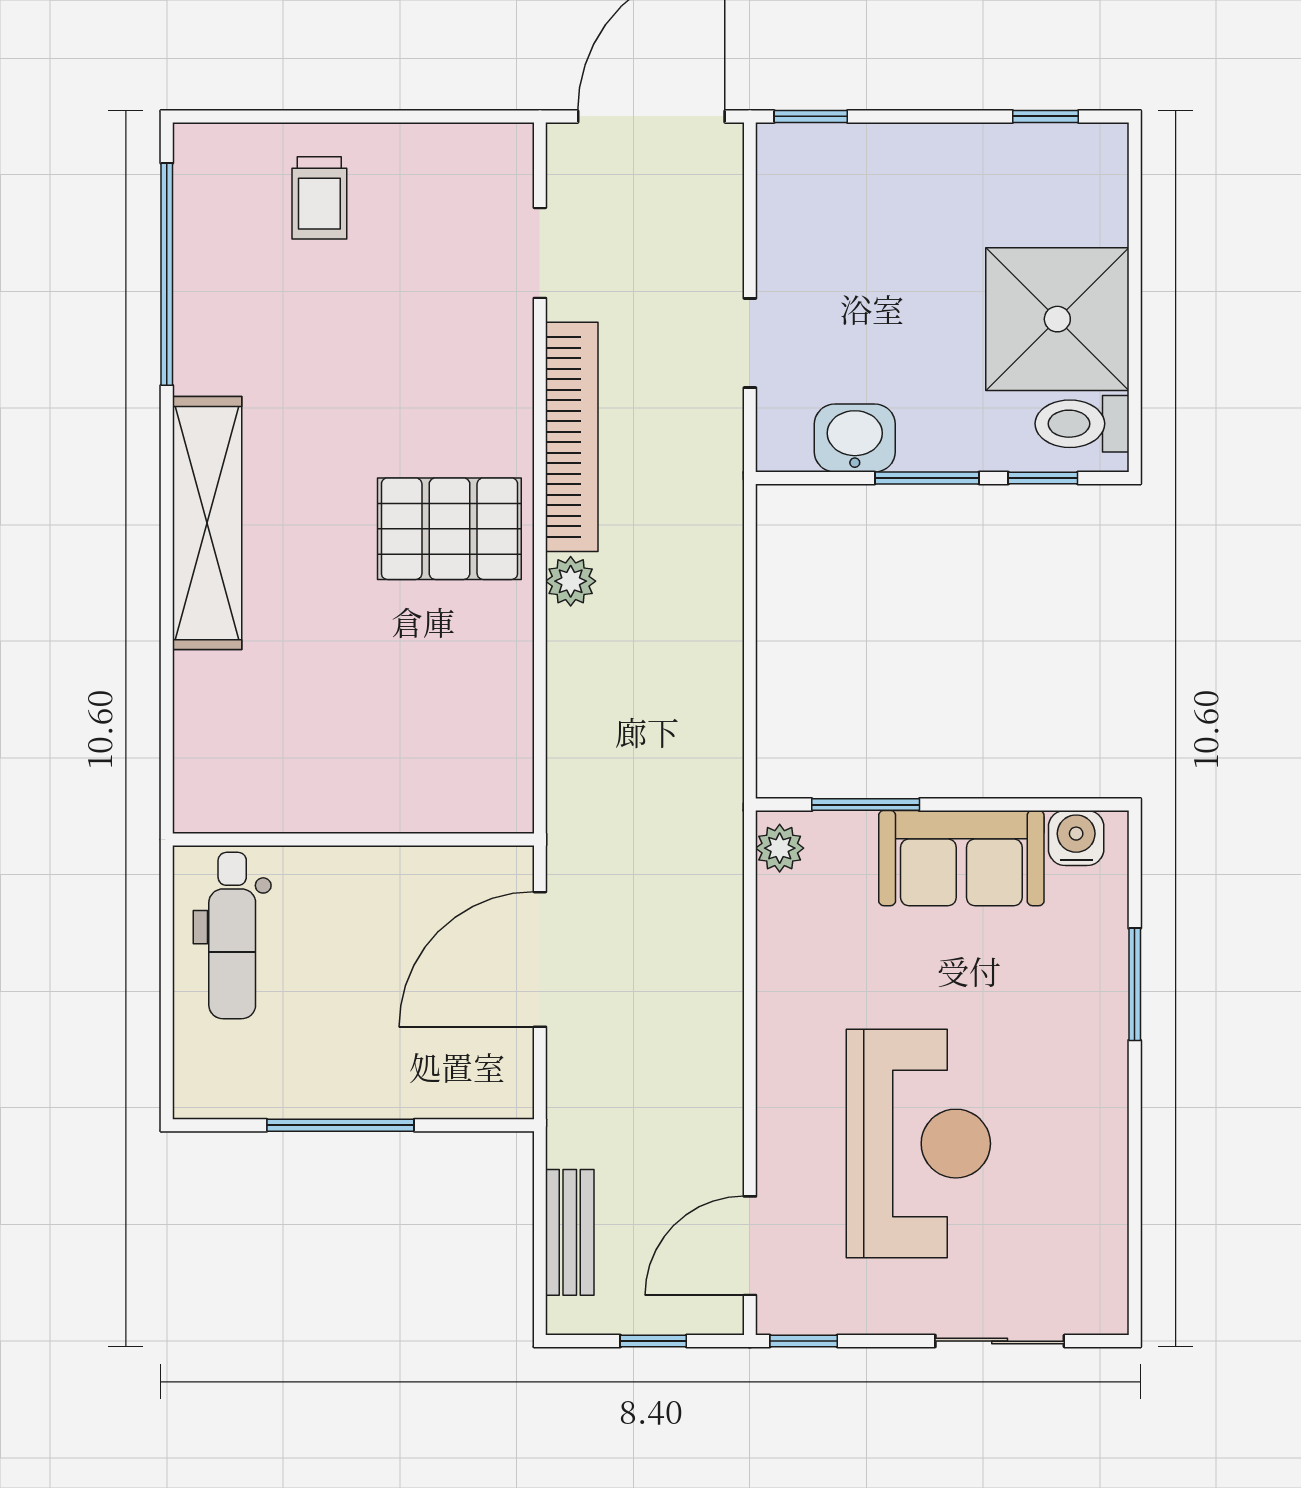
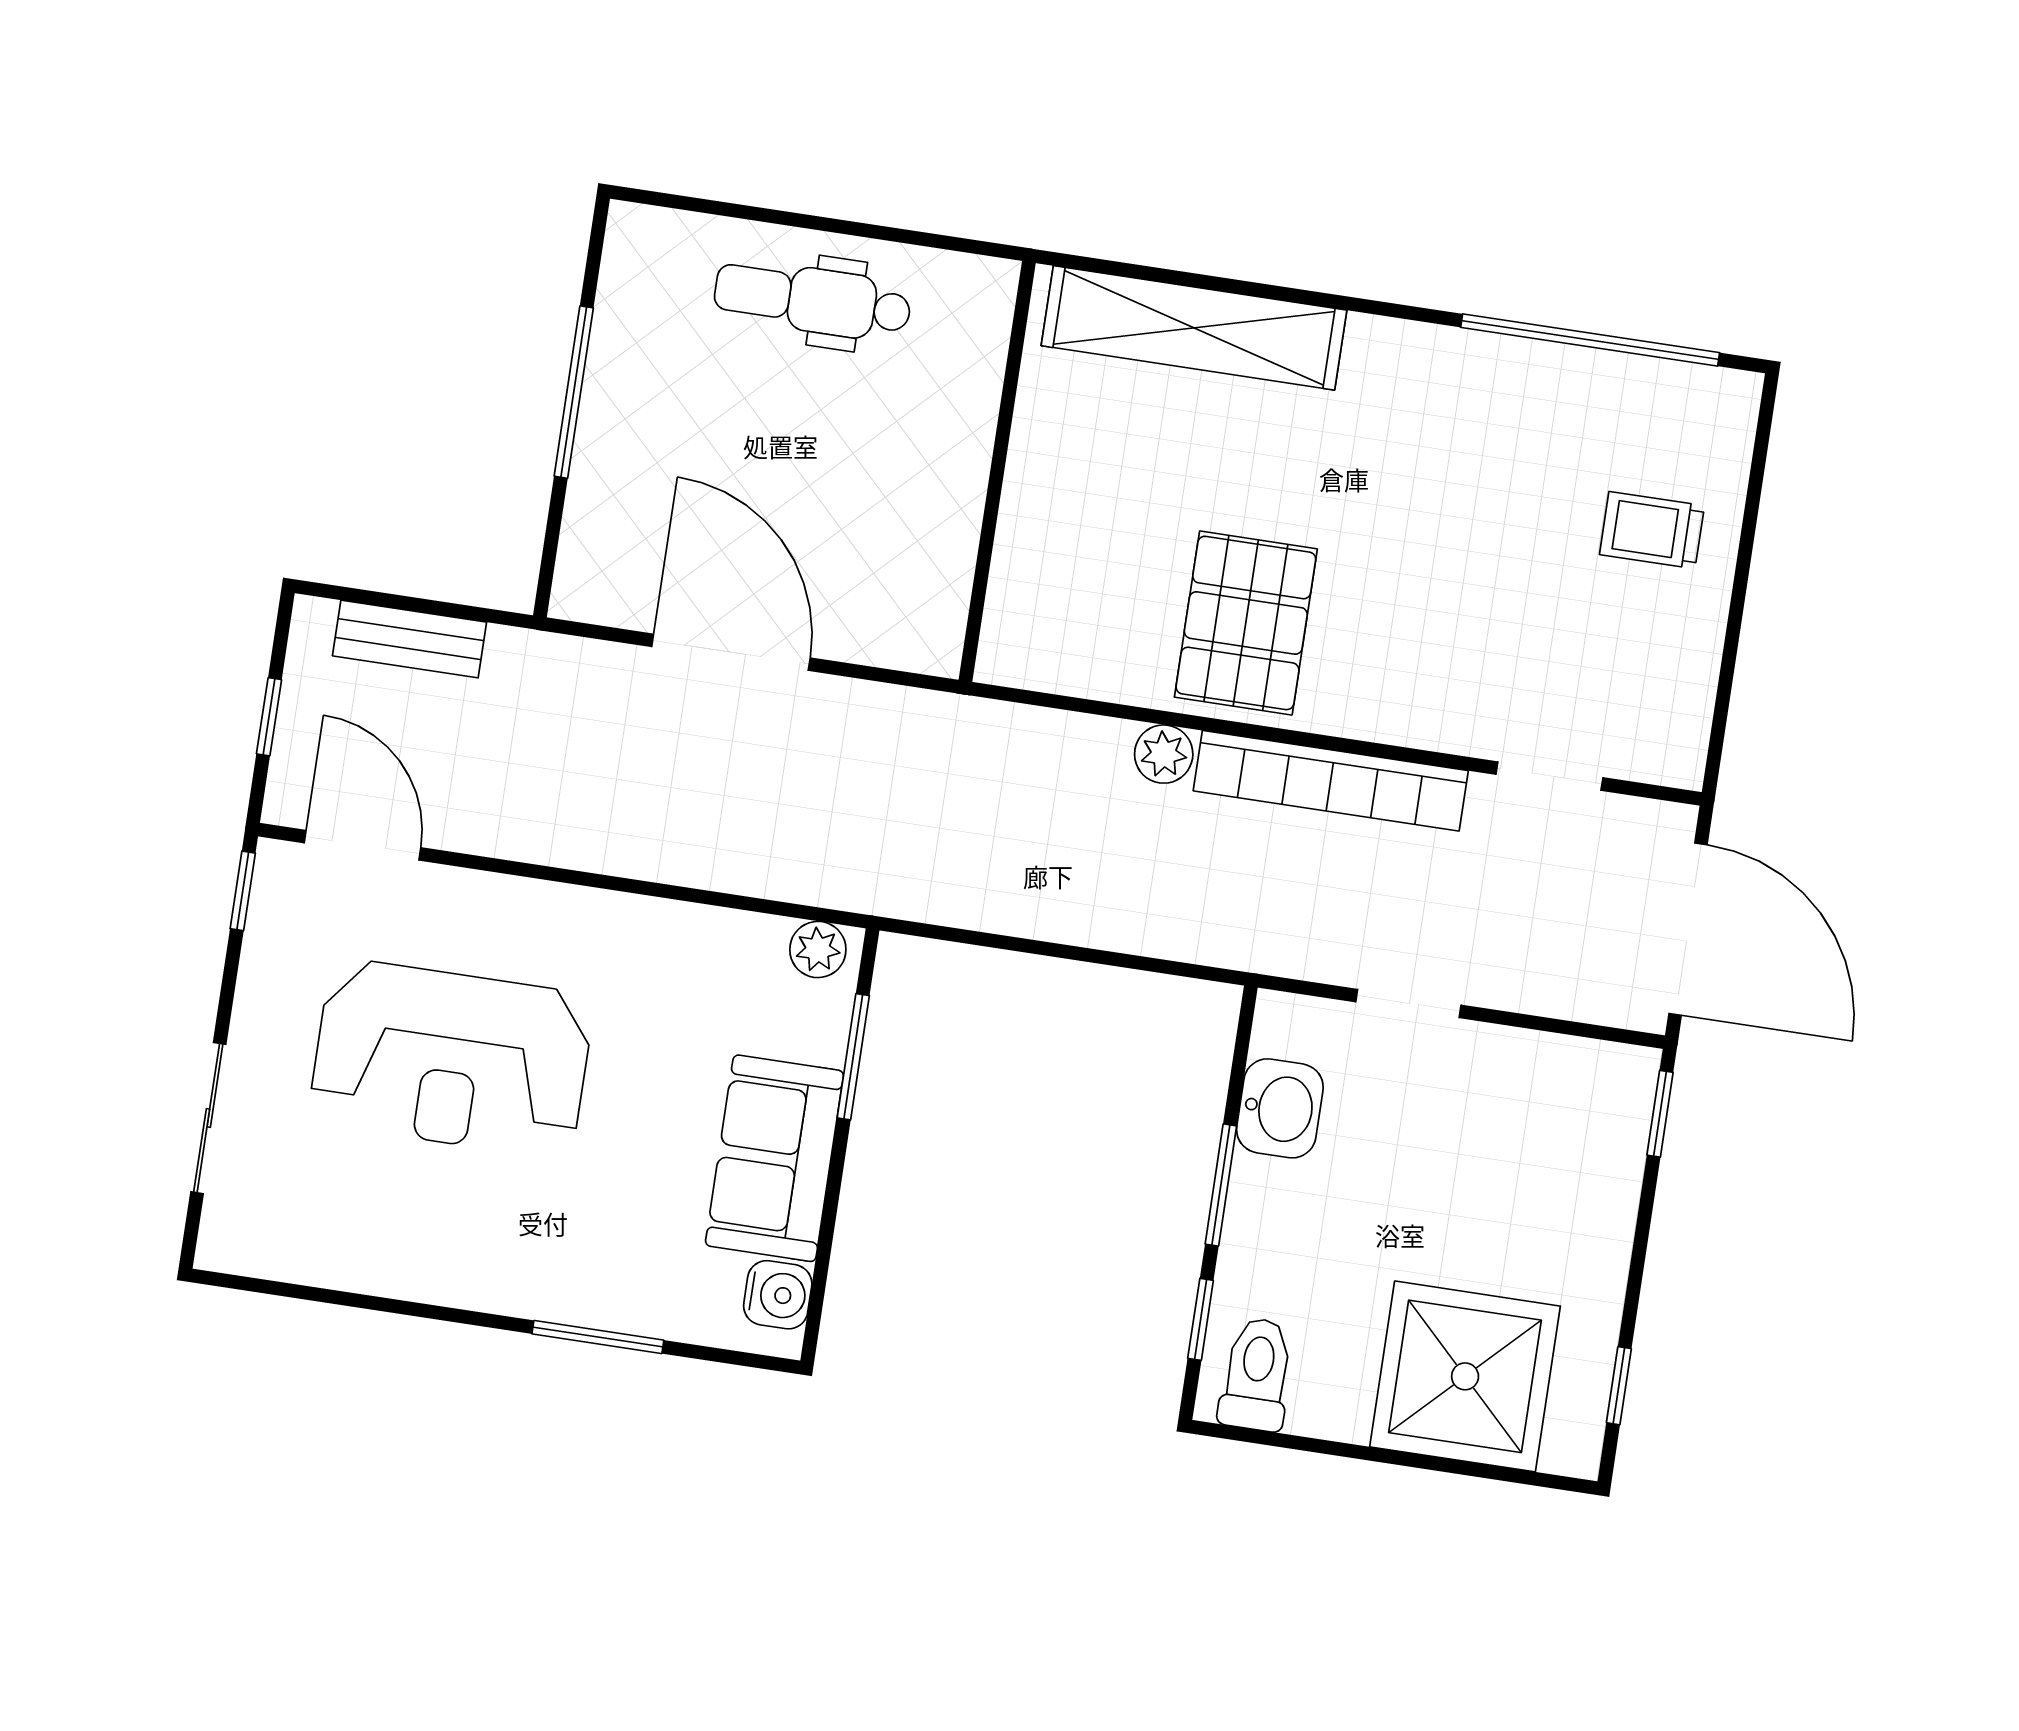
shower: (1057, 319) -> (1465, 1376), moved
shelving: (207, 523) -> (1194, 328), moved
wall: (353, 840) -> (997, 471), moved

